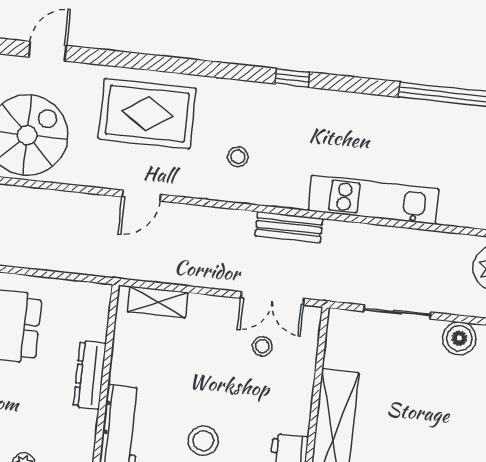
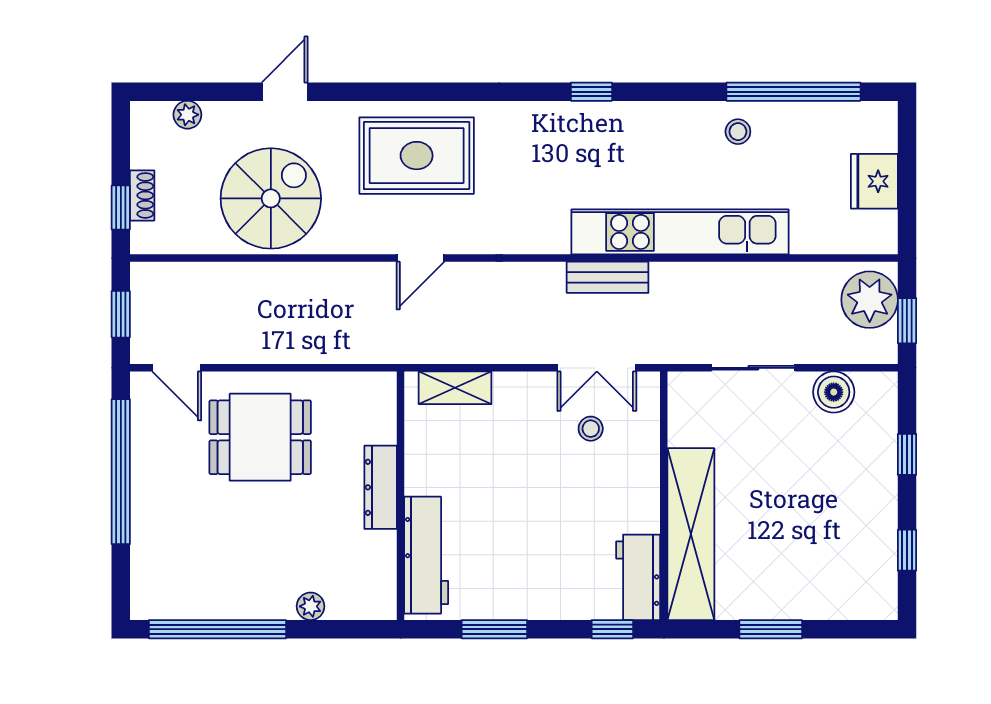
stool: (238, 157) -> (738, 132), moved
kitchen unit: (374, 200) -> (680, 232), width x1.36
stool: (203, 441) -> (530, 553), removed

